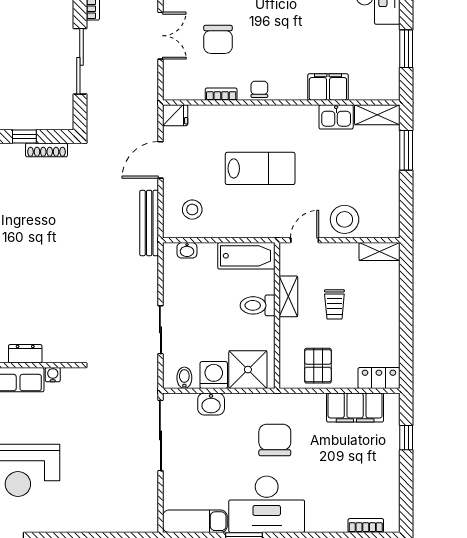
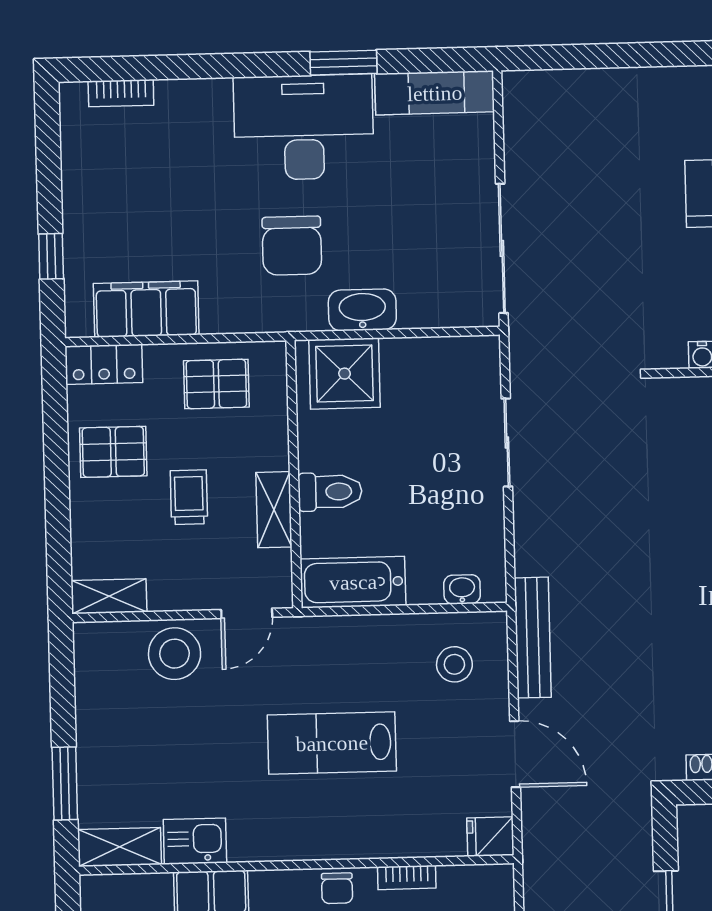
door: (160, 160) -> (515, 754), hinge flipped
pallet: (375, 330) -> (113, 452), added
pallet: (318, 366) -> (216, 384), turned 90
washing machine: (214, 375) -> (407, 362), removed
bidet: (184, 378) -> (461, 355), removed
washbasin: (211, 404) -> (362, 310), moved, width x1.38

